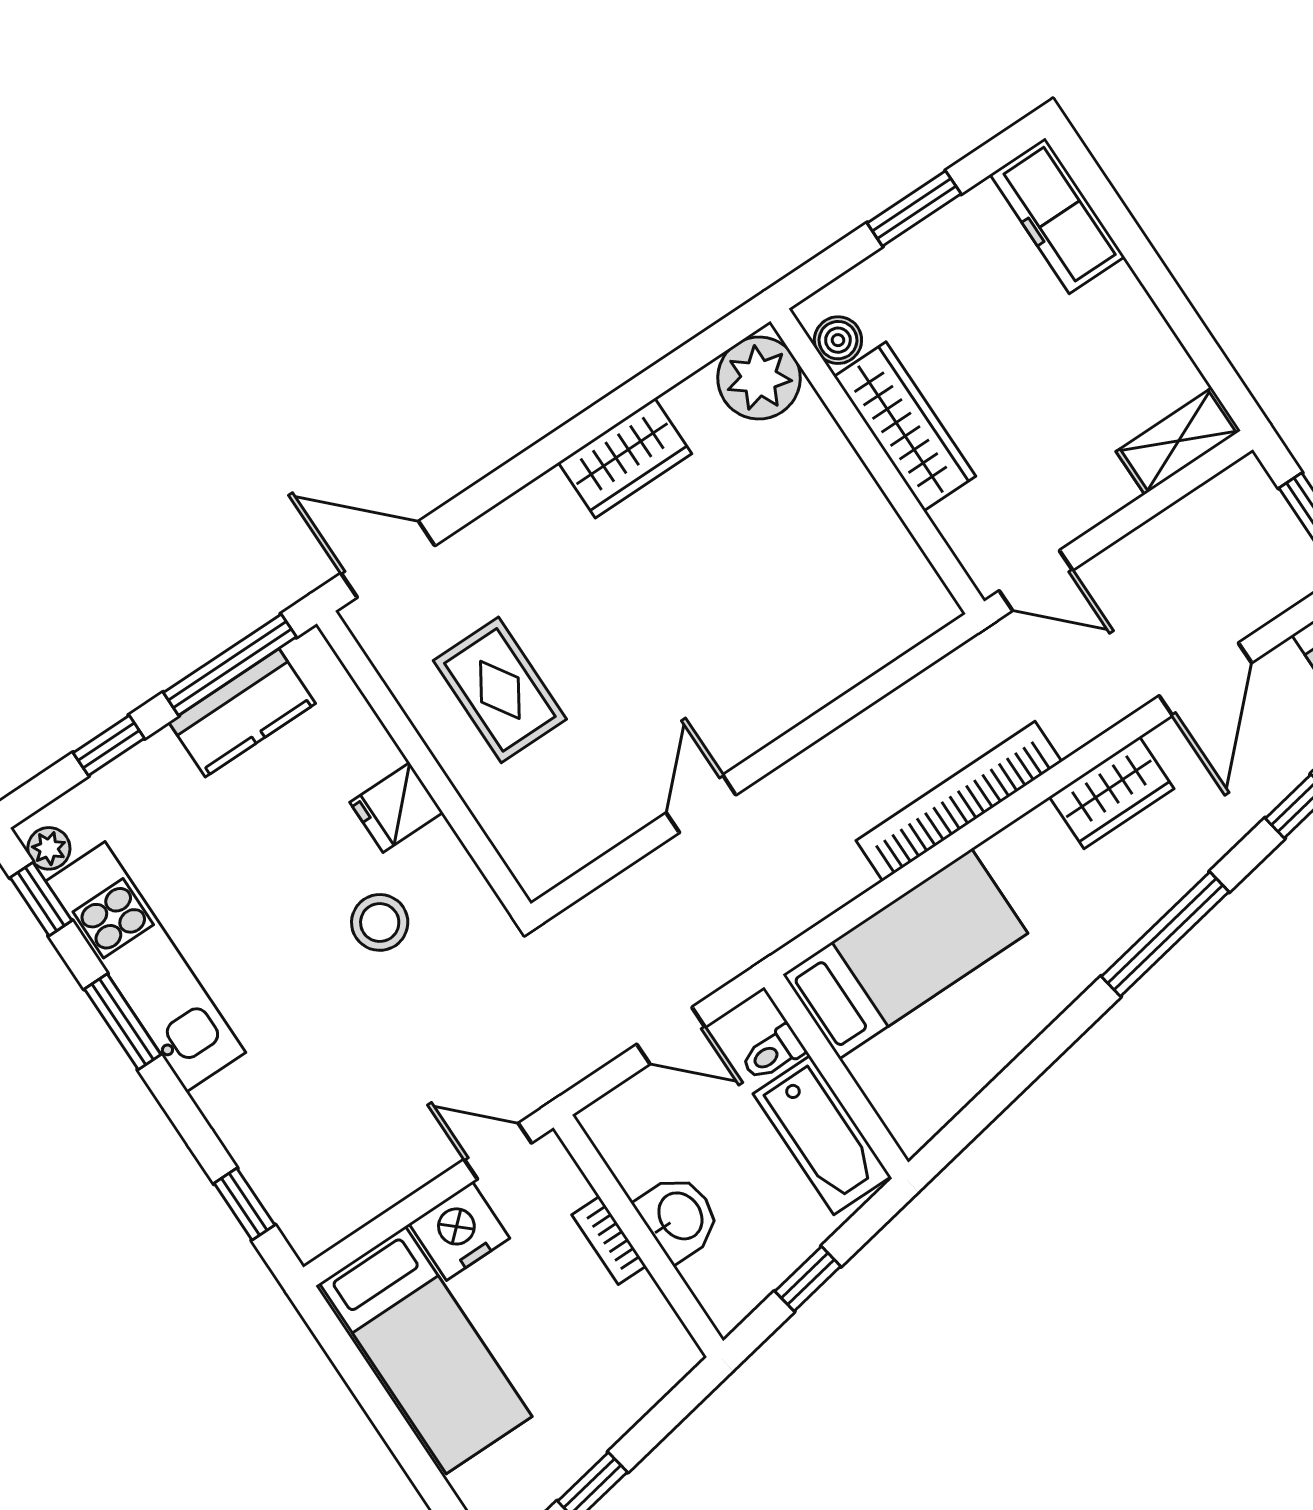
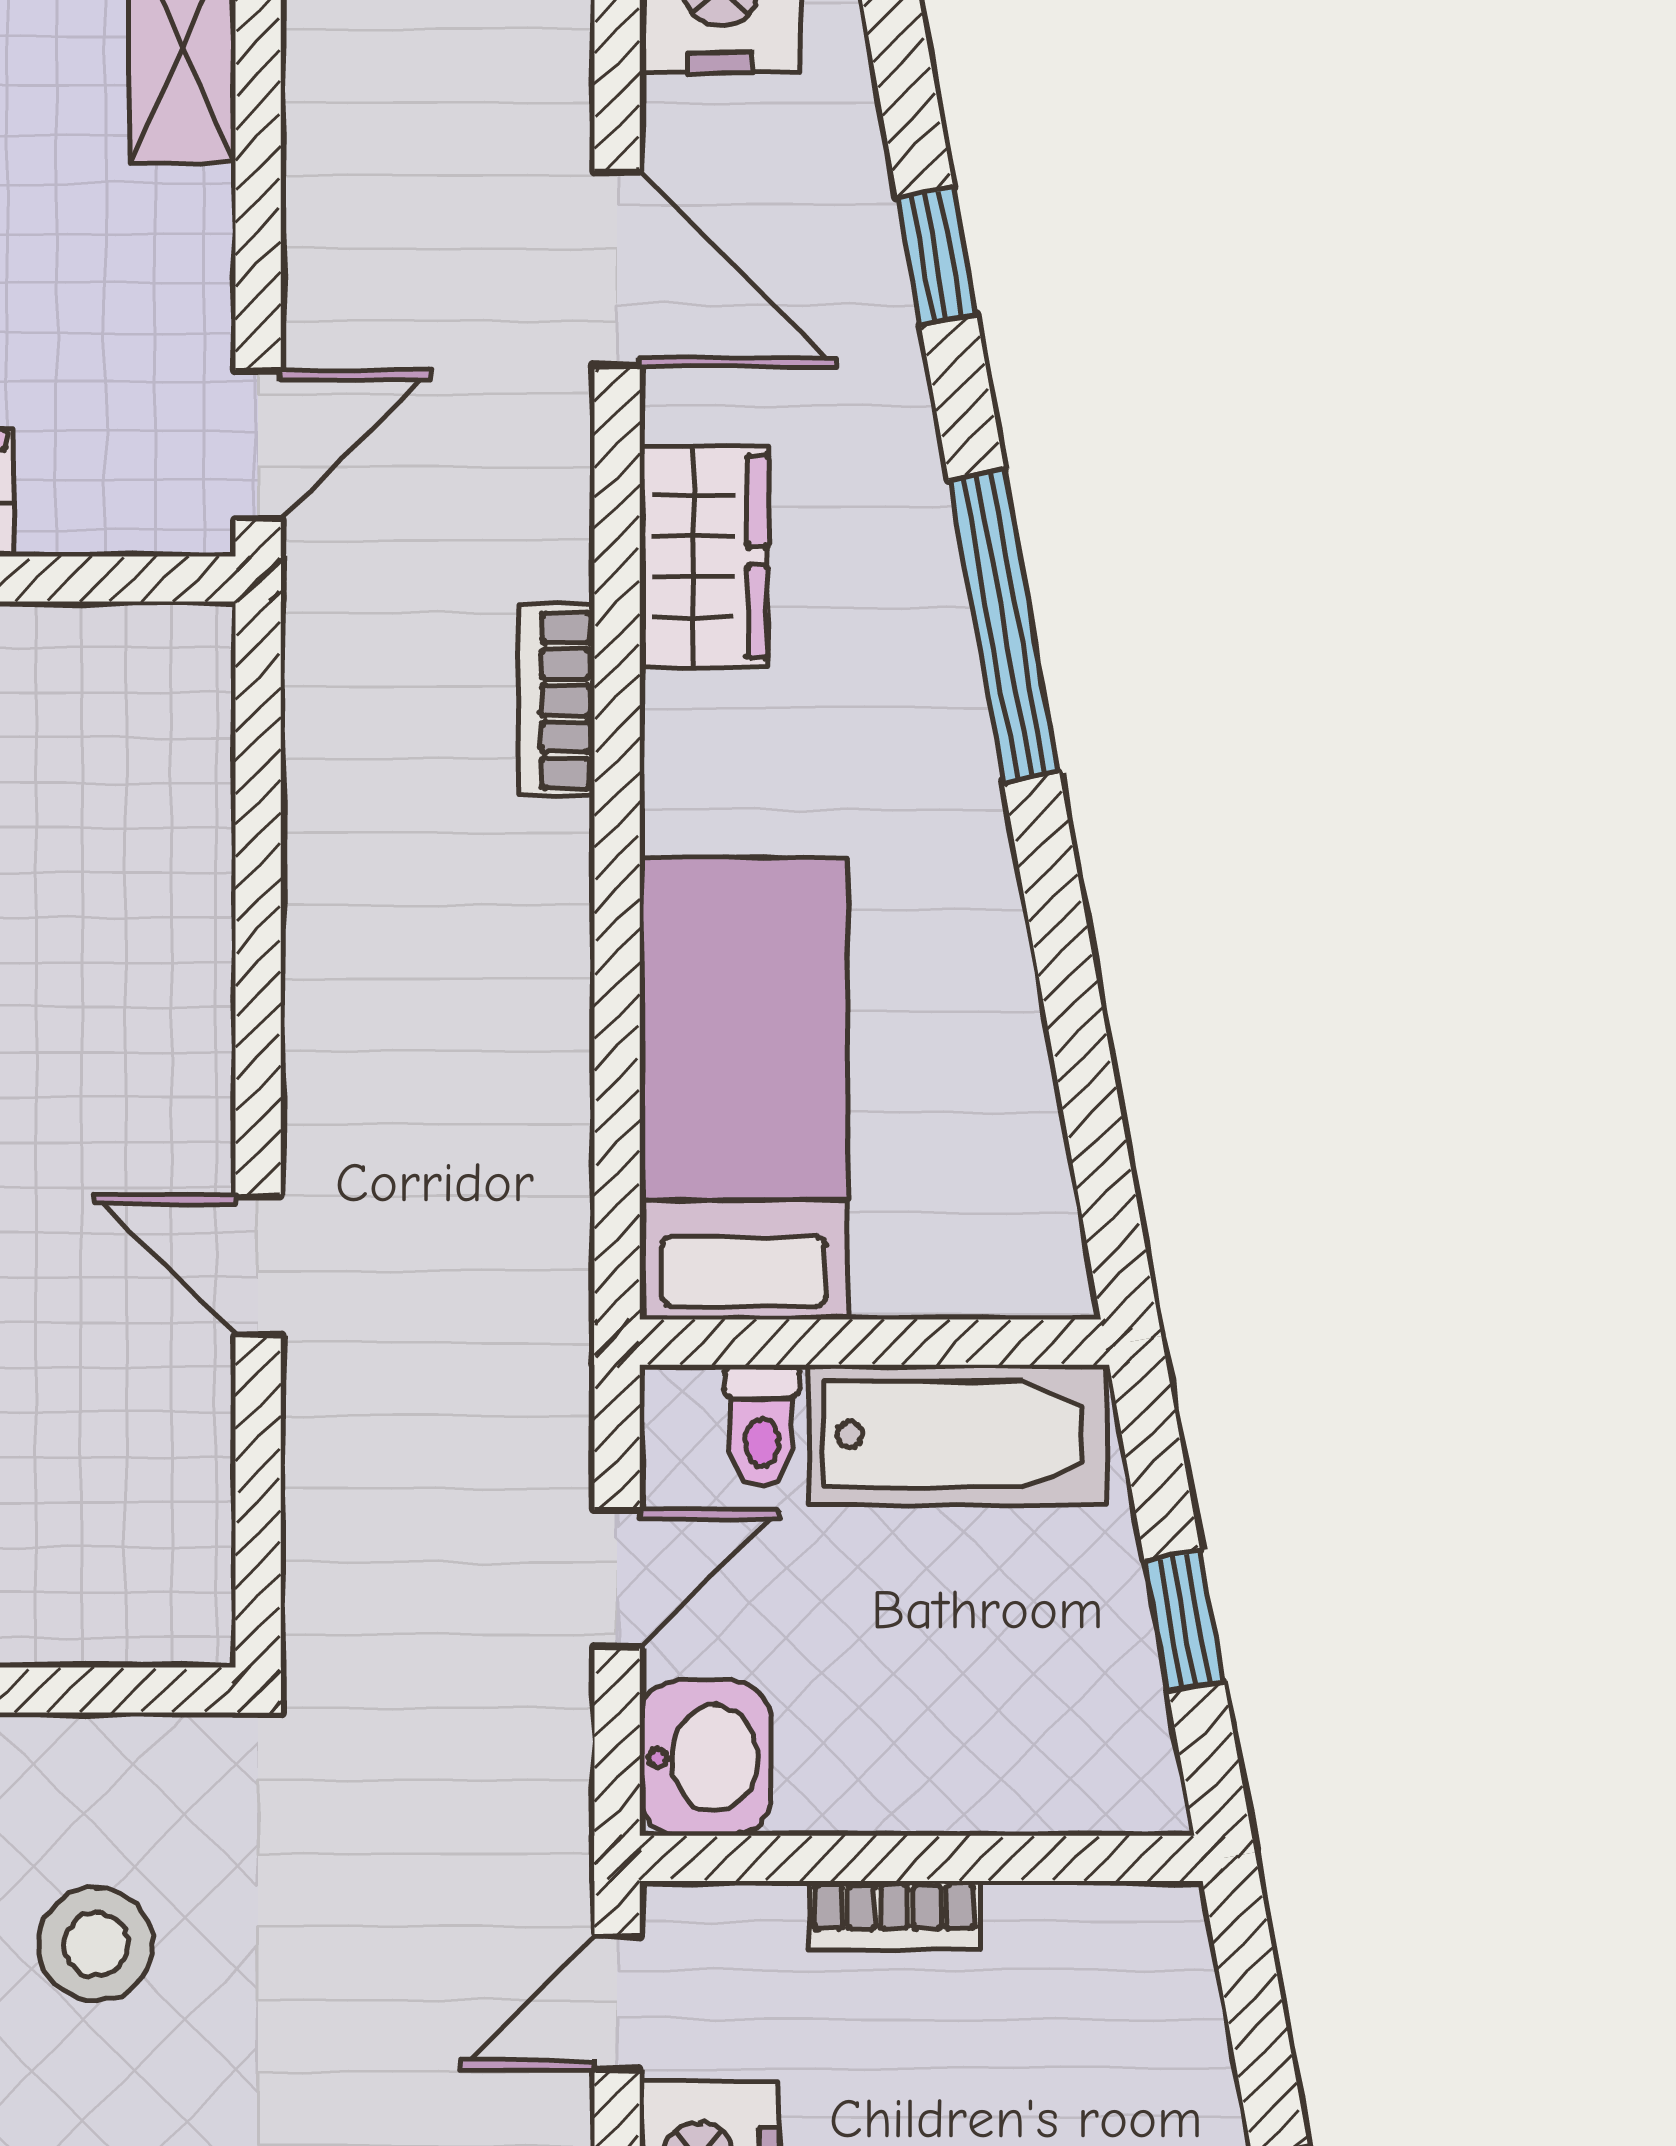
bookcase: (959, 801) -> (557, 700), width x0.43, depth x0.76
washbasin: (679, 1217) -> (705, 1758), moved, turned 90

